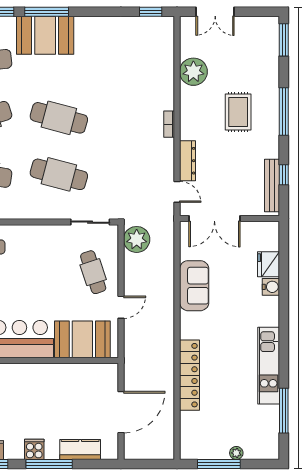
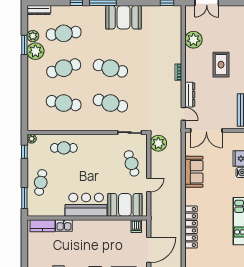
booth: (45, 35) -> (124, 17), moved
dishwasher: (101, 374) -> (136, 226), added

